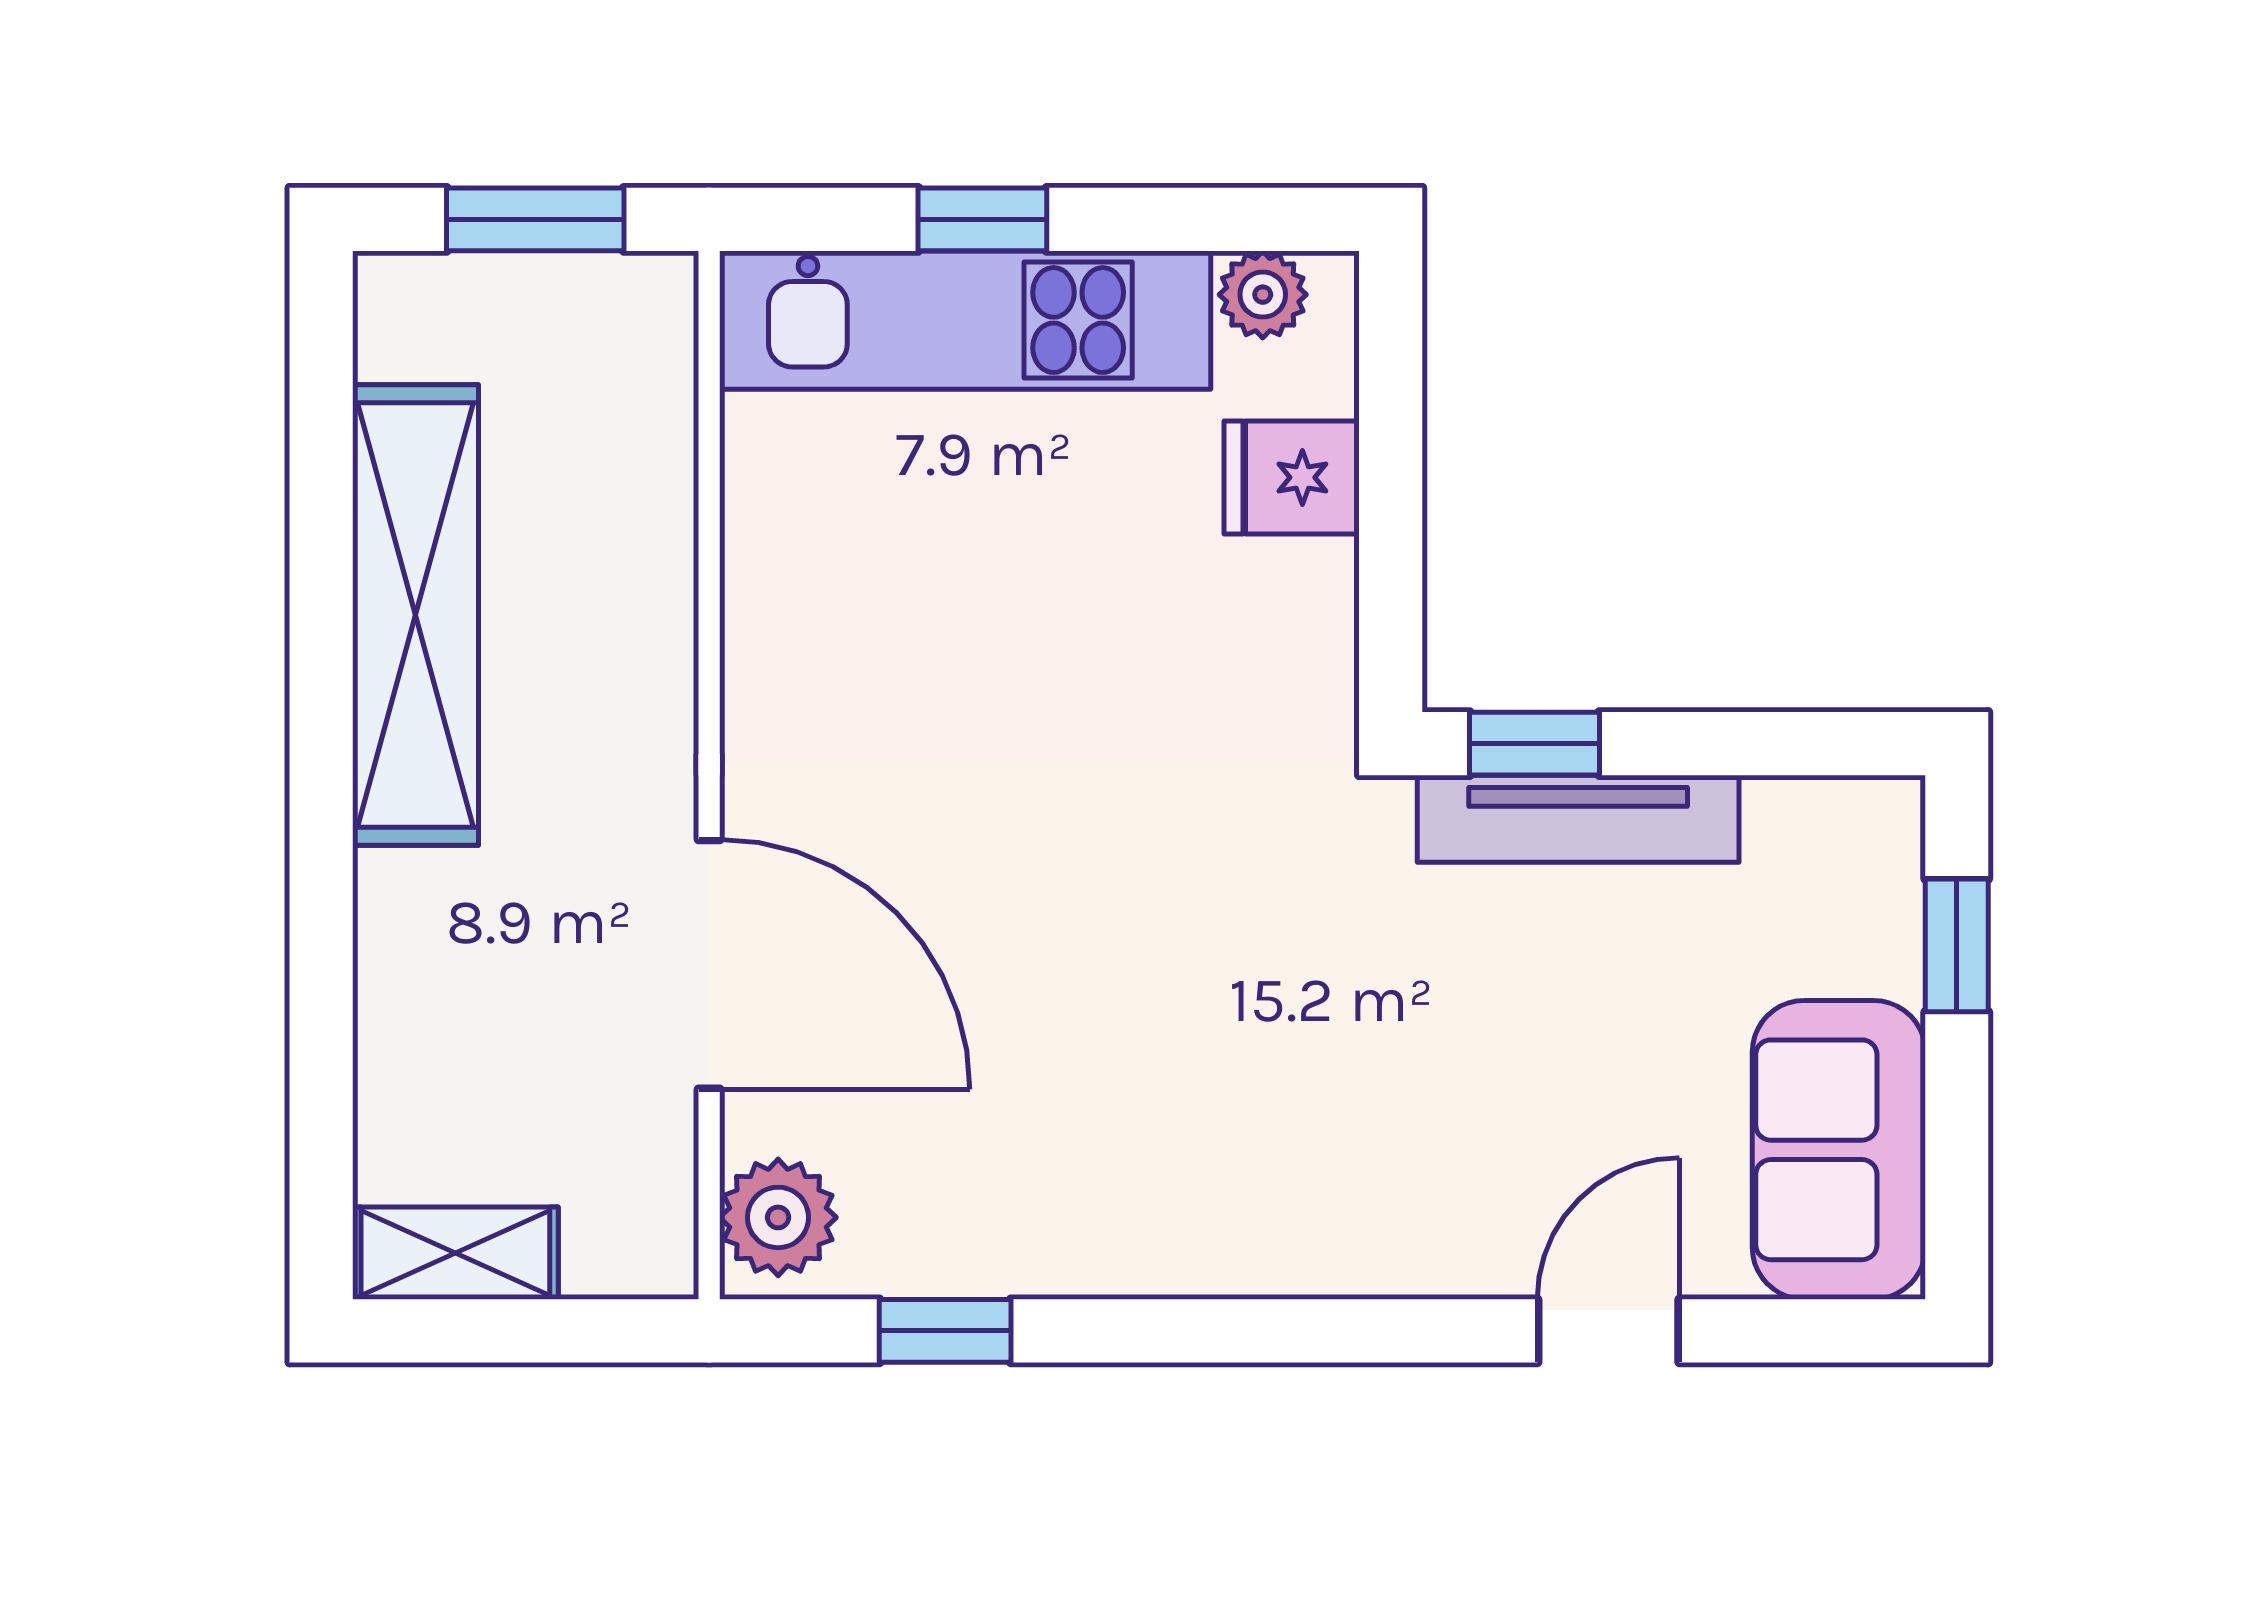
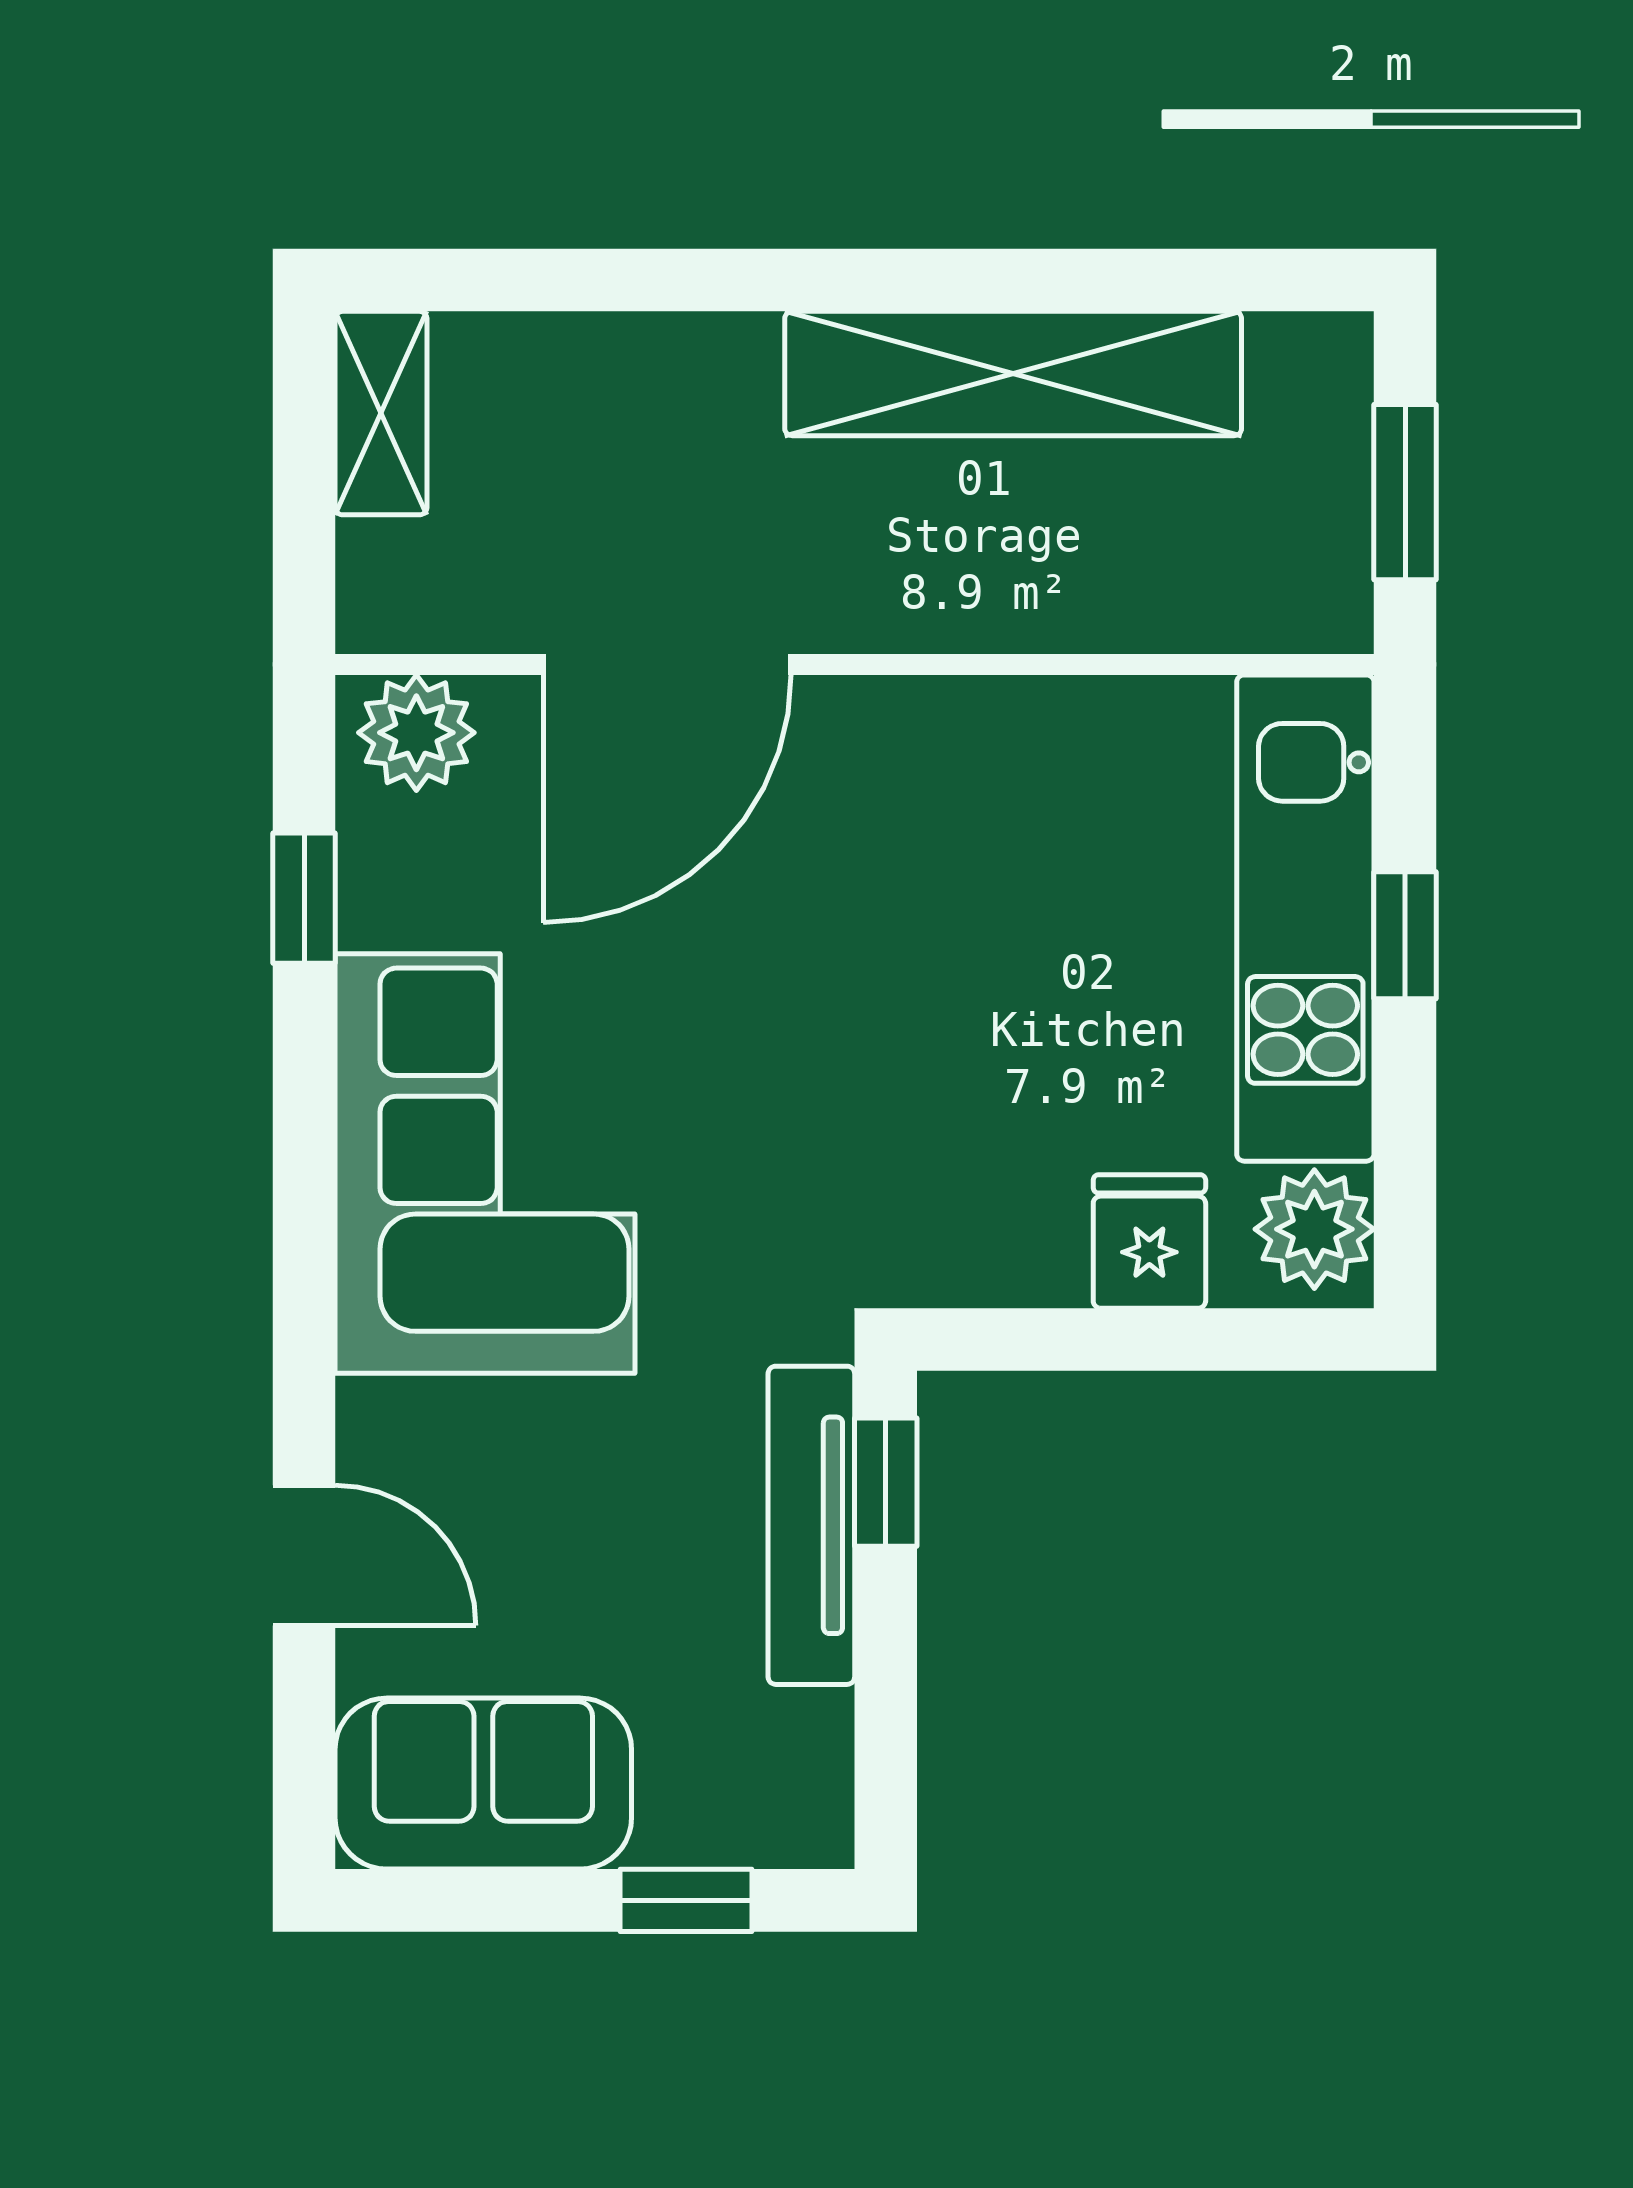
plant: (1263, 295) -> (1314, 1229), width x1.38, depth x1.38
corner sofa: (1213, 1148) -> (485, 1163), added

